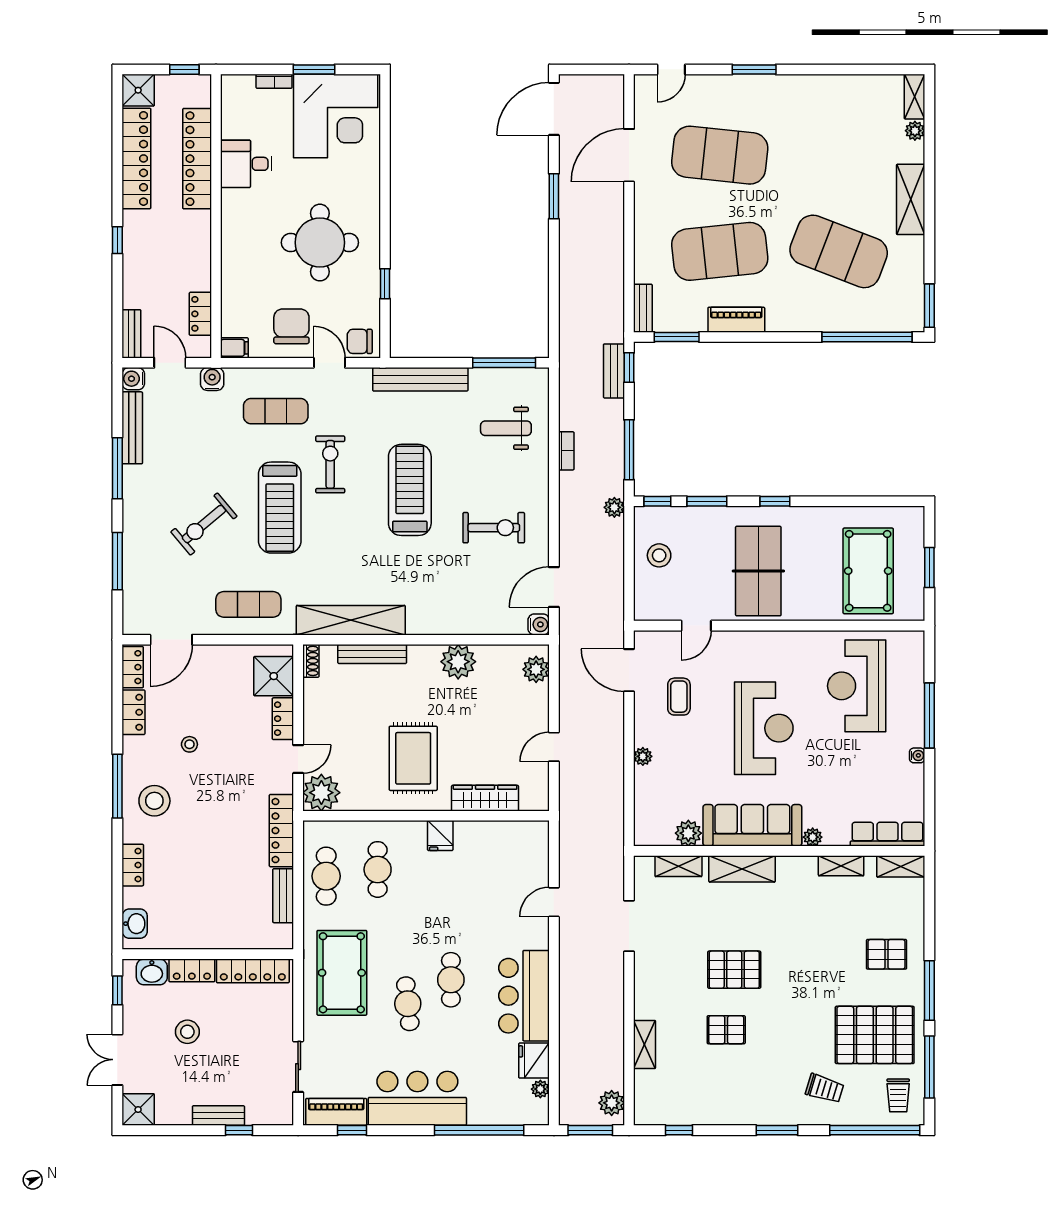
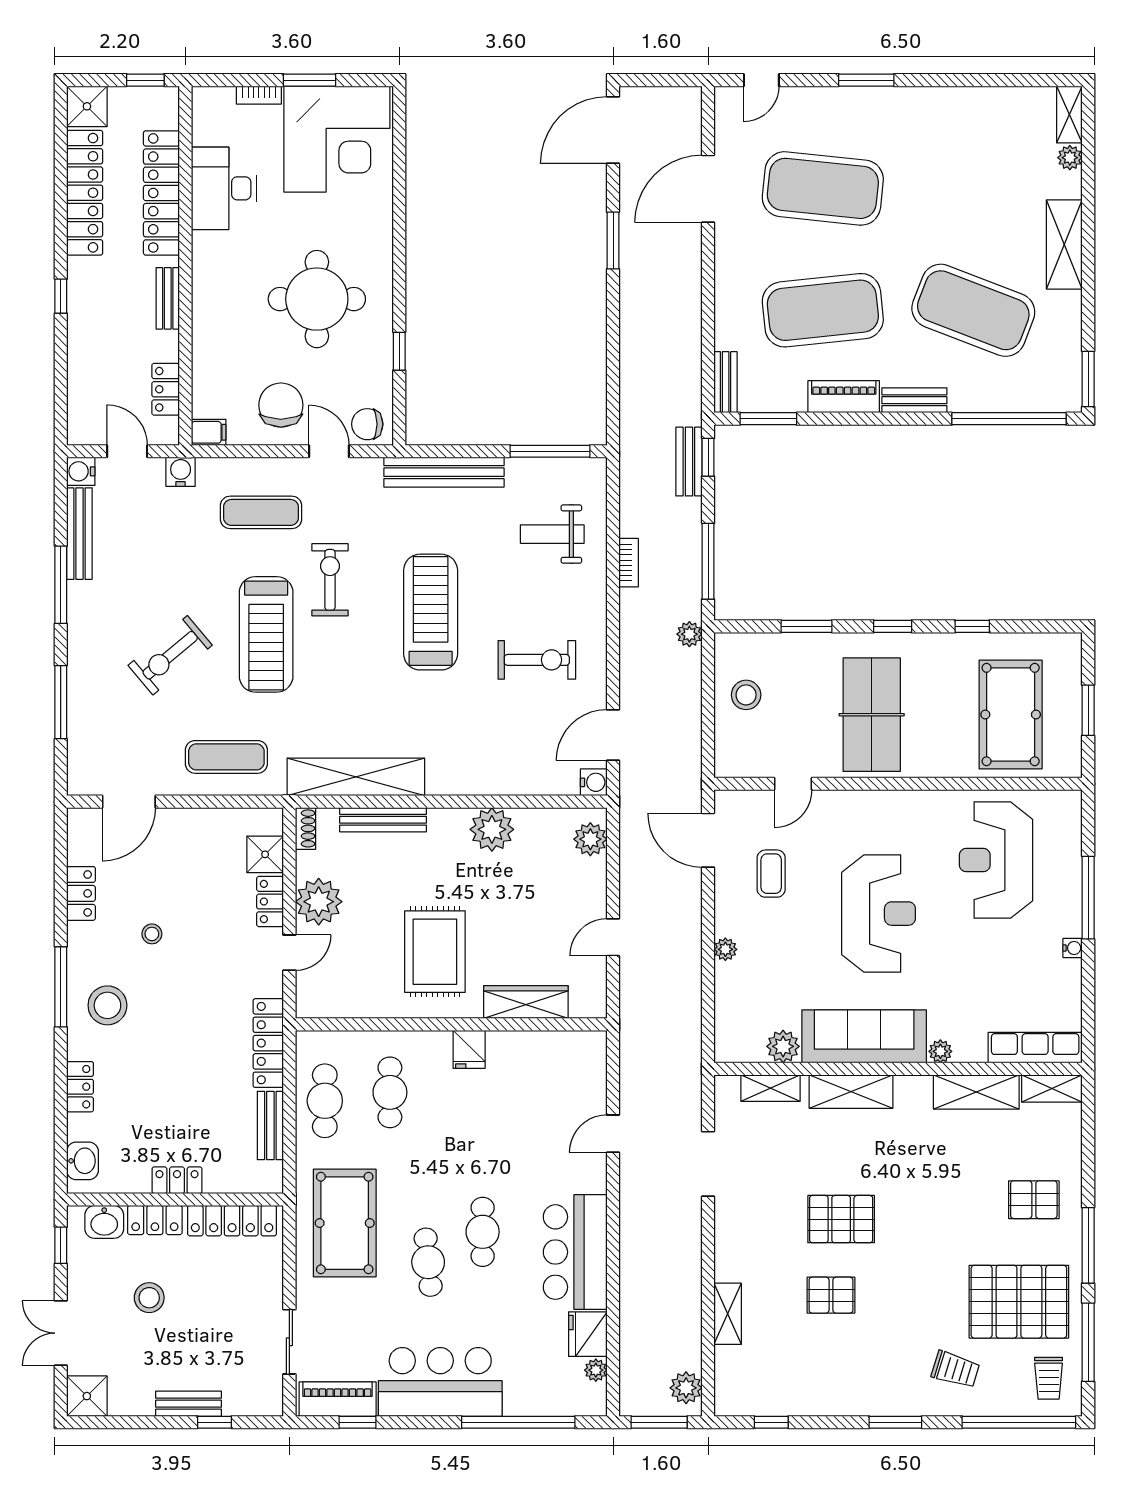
desk: (246, 164) -> (224, 188), width x1.37
bench: (792, 322) -> (914, 400), added
bench: (131, 334) -> (168, 298), moved
window: (657, 501) -> (972, 626), moved
locker: (133, 667) -> (177, 1180), moved, turned -90
shower: (274, 676) -> (265, 854), width x0.73, depth x0.73
plant: (321, 793) -> (319, 902), moved
shelving: (841, 866) -> (976, 1092), width x1.50, depth x1.33

